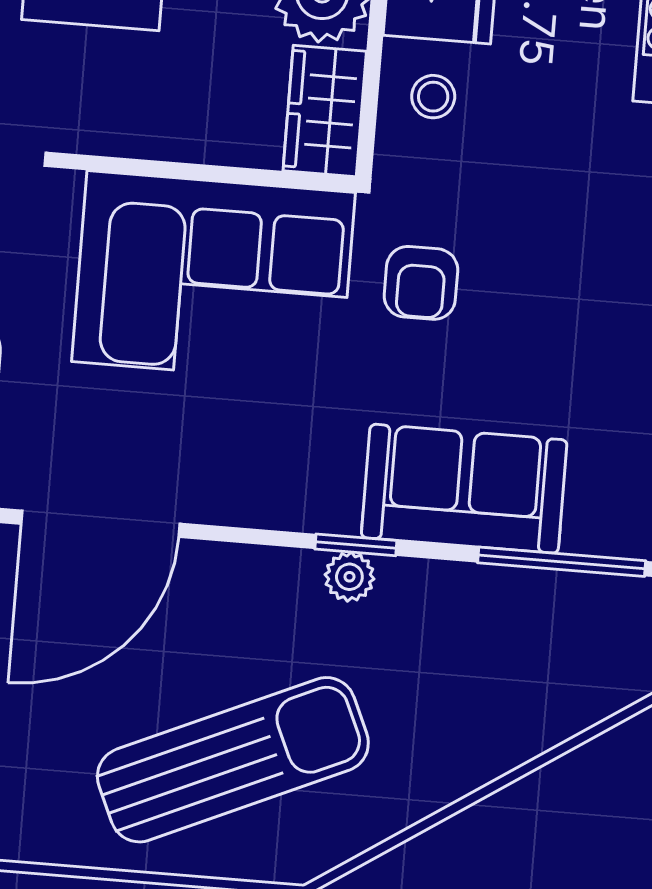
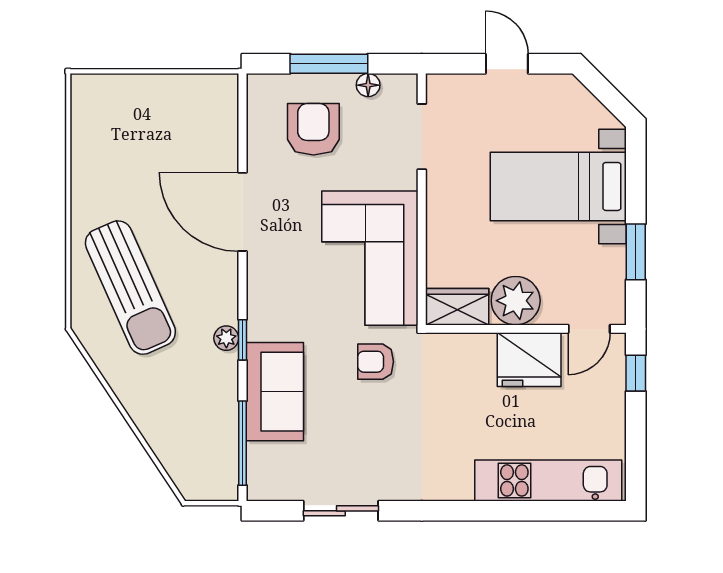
stool: (433, 97) -> (469, 360), removed

